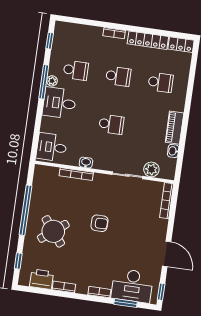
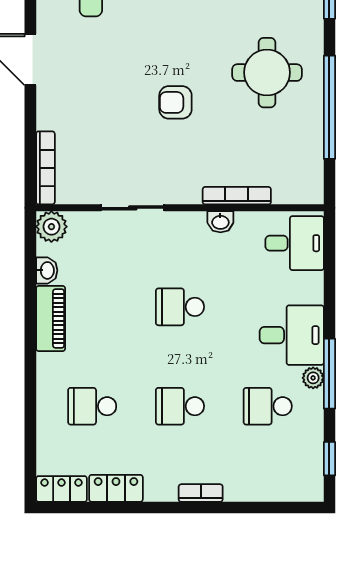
locker: (148, 40) -> (116, 488), width x0.66
plant: (151, 169) -> (51, 227), moved
round table: (53, 231) -> (267, 73), turned 38

